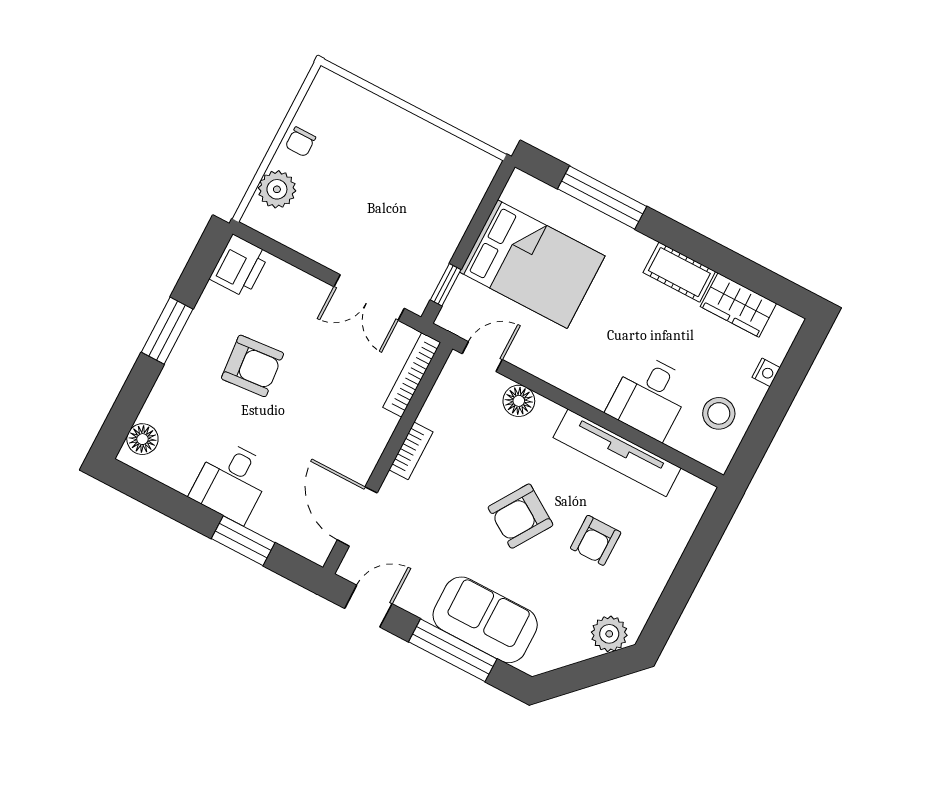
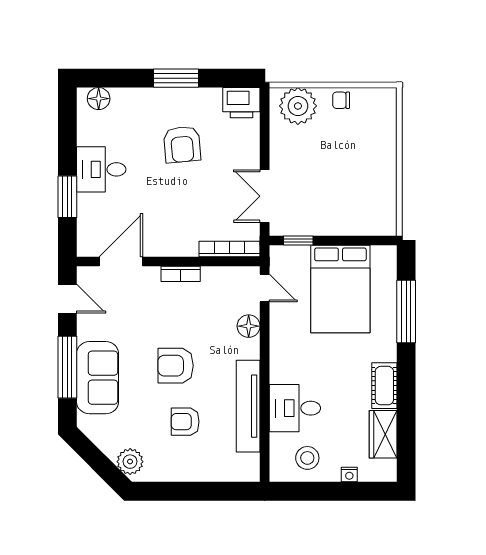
plant: (277, 189) -> (298, 106), width x1.36, depth x1.36
armchair: (520, 516) -> (176, 366), turned -33

